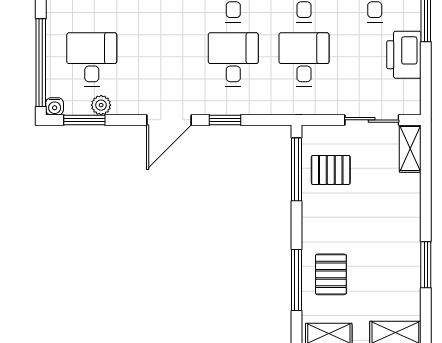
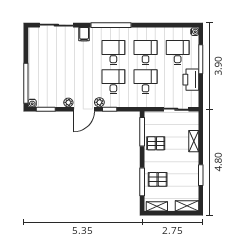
desk: (92, 59) -> (49, 82), removed
plant: (101, 105) -> (68, 102), moved
plant: (203, 105) -> (99, 102), added
shelving: (410, 149) -> (194, 141), moved
pallet: (331, 170) -> (156, 143), moved
pallet: (331, 274) -> (158, 179), turned 90

